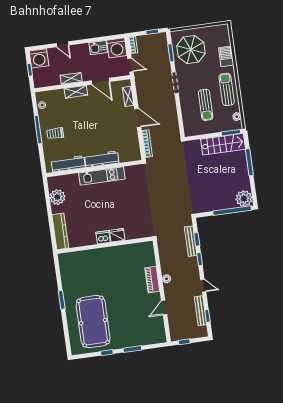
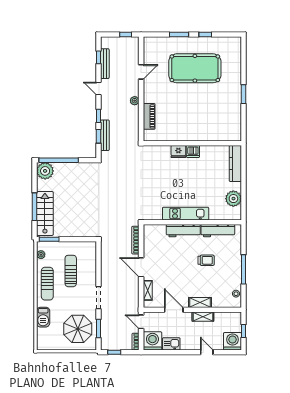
trolley: (55, 133) -> (206, 260), moved
stairs: (223, 144) -> (45, 213), moved, turned 90
piano: (152, 280) -> (149, 116), moved
pool table: (93, 322) -> (195, 68), moved, turned 90

